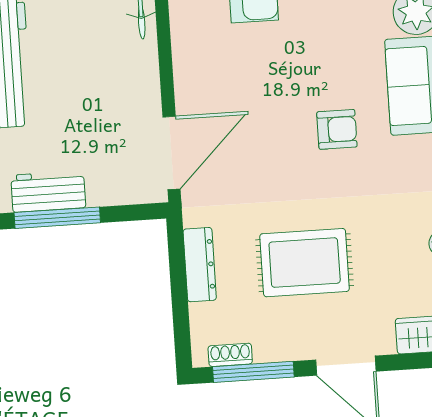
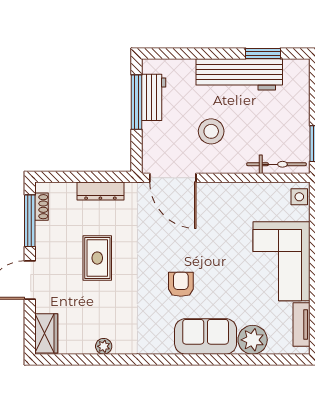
stool: (95, 98) -> (211, 131), added
armchair: (337, 129) -> (181, 284), turned 180
rug: (305, 263) -> (97, 258), width x0.73, depth x0.70

